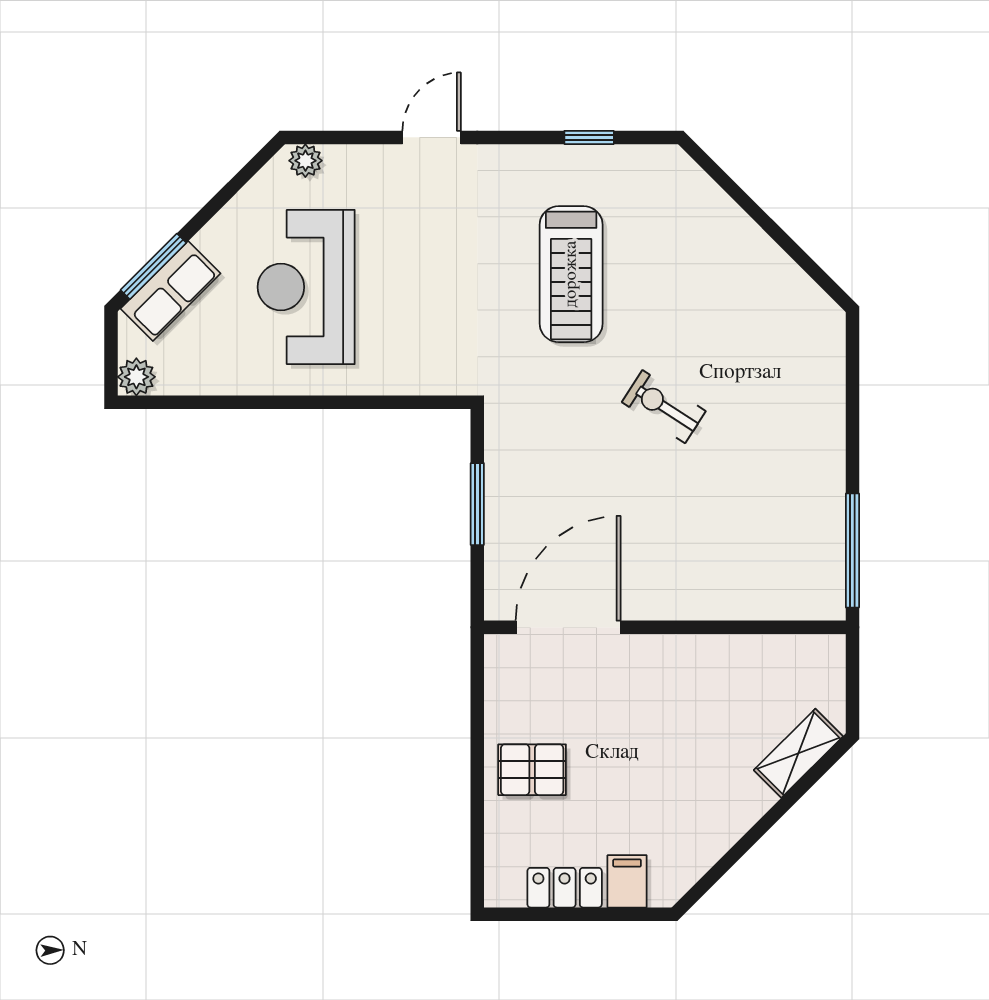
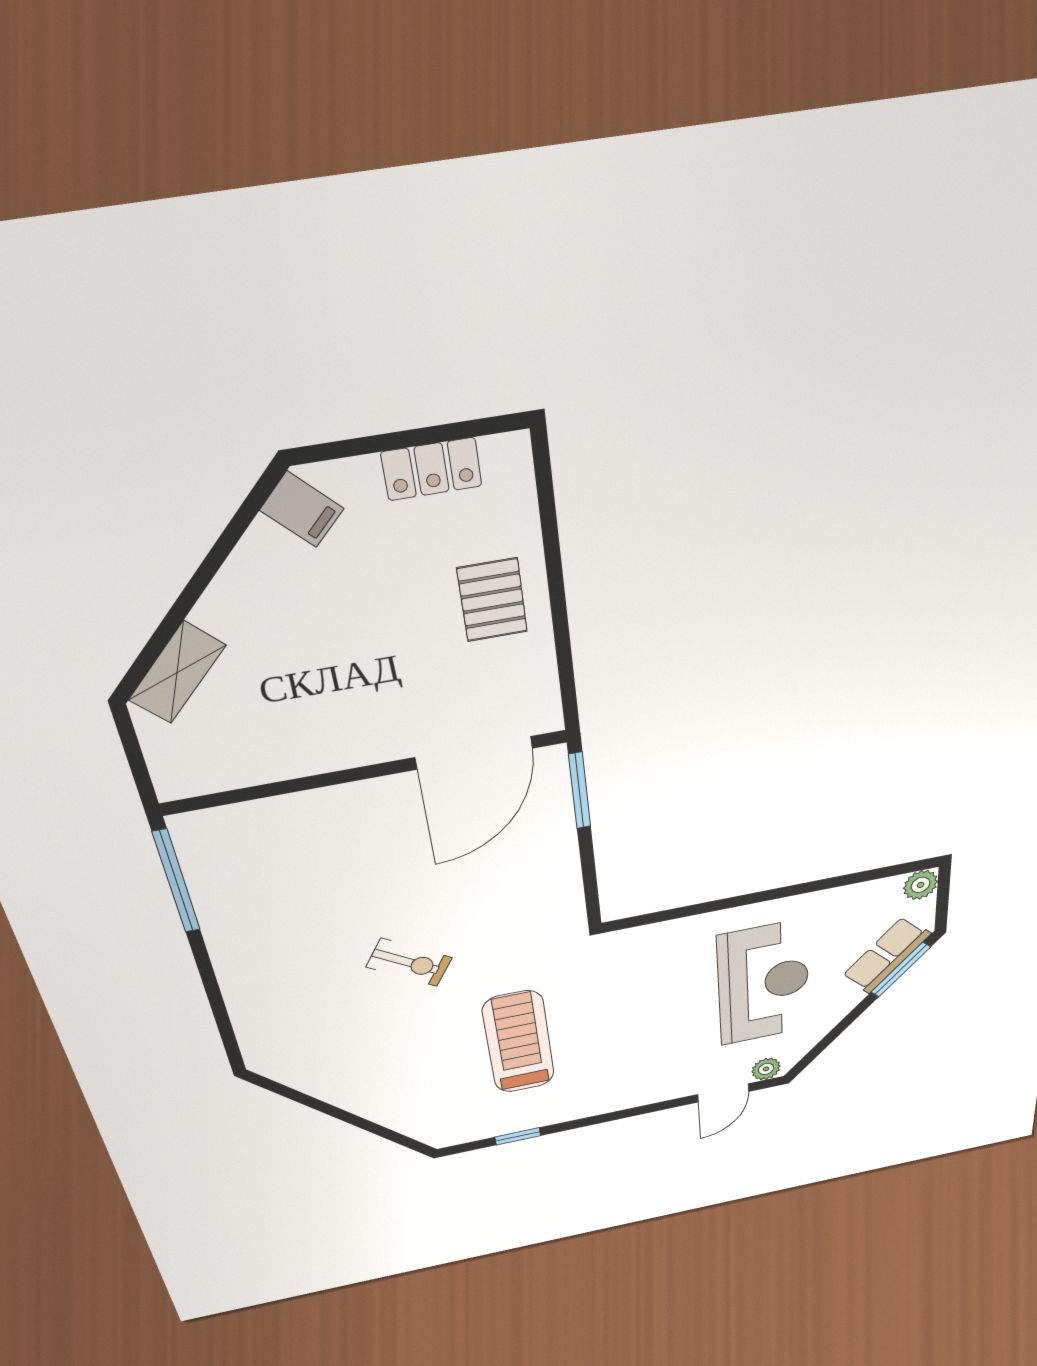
door: (432, 137) -> (723, 1093), moved
window: (477, 504) -> (580, 791), moved
pallet: (532, 770) -> (492, 600), turned 90
filing cabinet: (627, 881) -> (302, 509), moved, turned -45

